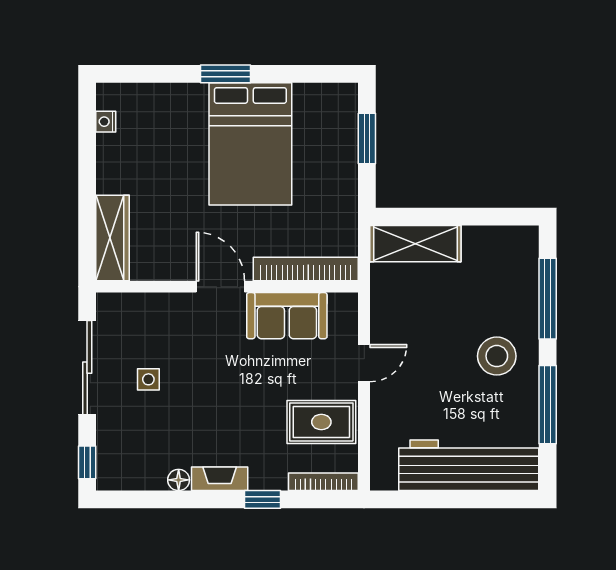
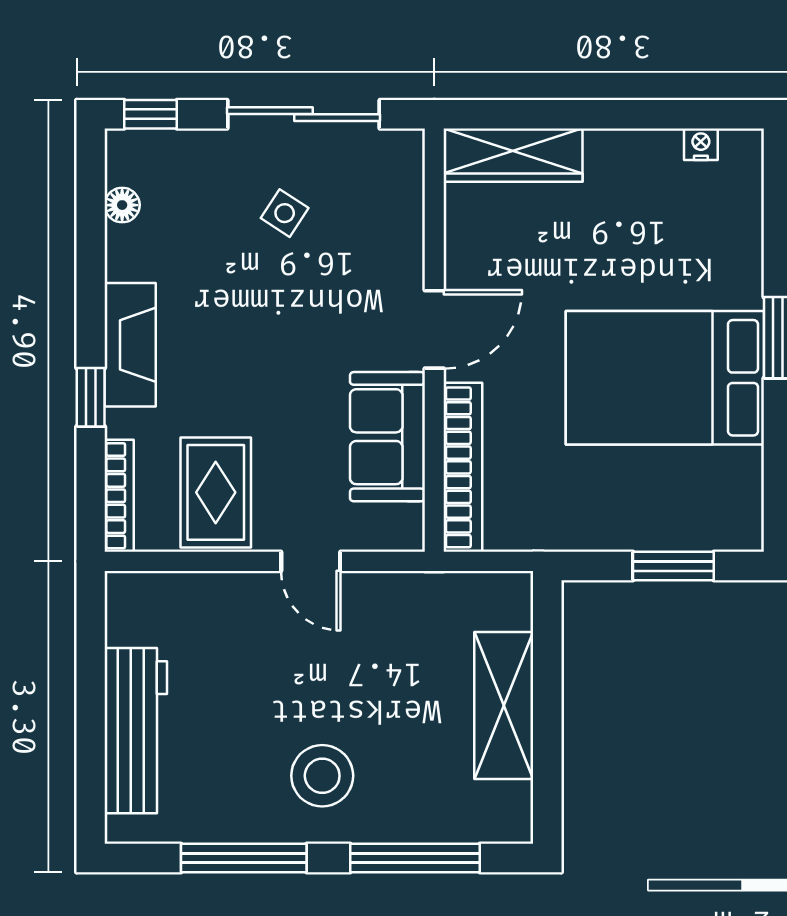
shelving: (415, 244) -> (504, 706), moved
side table: (148, 379) -> (285, 213), turned 33
workbench: (469, 465) -> (136, 731), width x0.73, depth x0.76
fireplace: (220, 479) -> (130, 345), width x1.37, depth x1.32
floor lamp: (179, 480) -> (122, 205), moved

